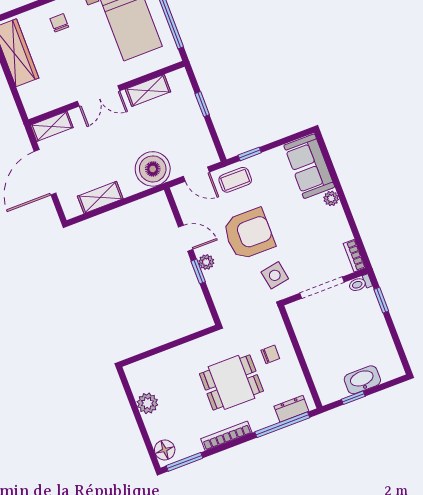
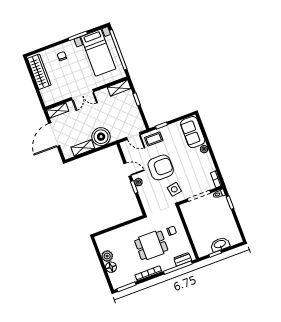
shelving: (148, 90) -> (119, 88), moved
boiler: (153, 169) -> (101, 137), moved
floor lamp: (165, 450) -> (111, 267), moved

